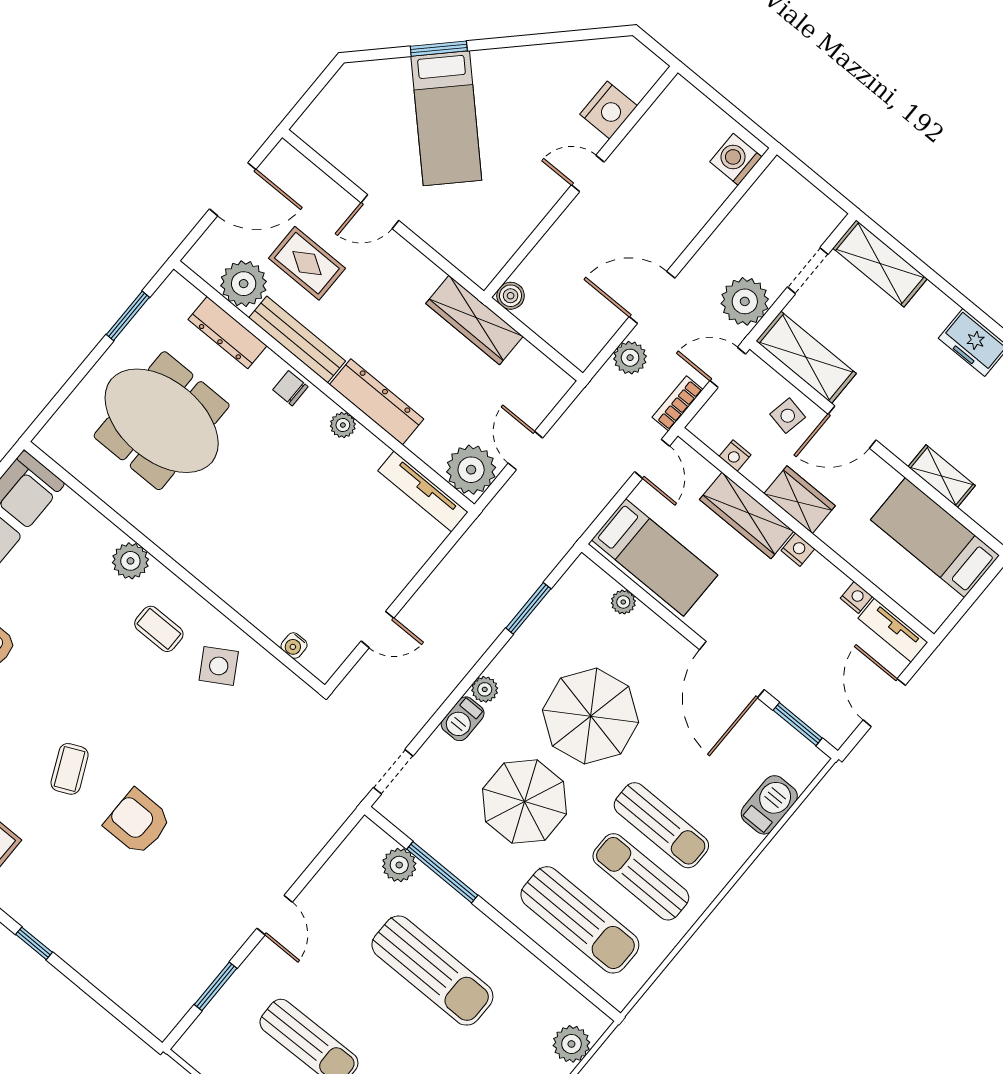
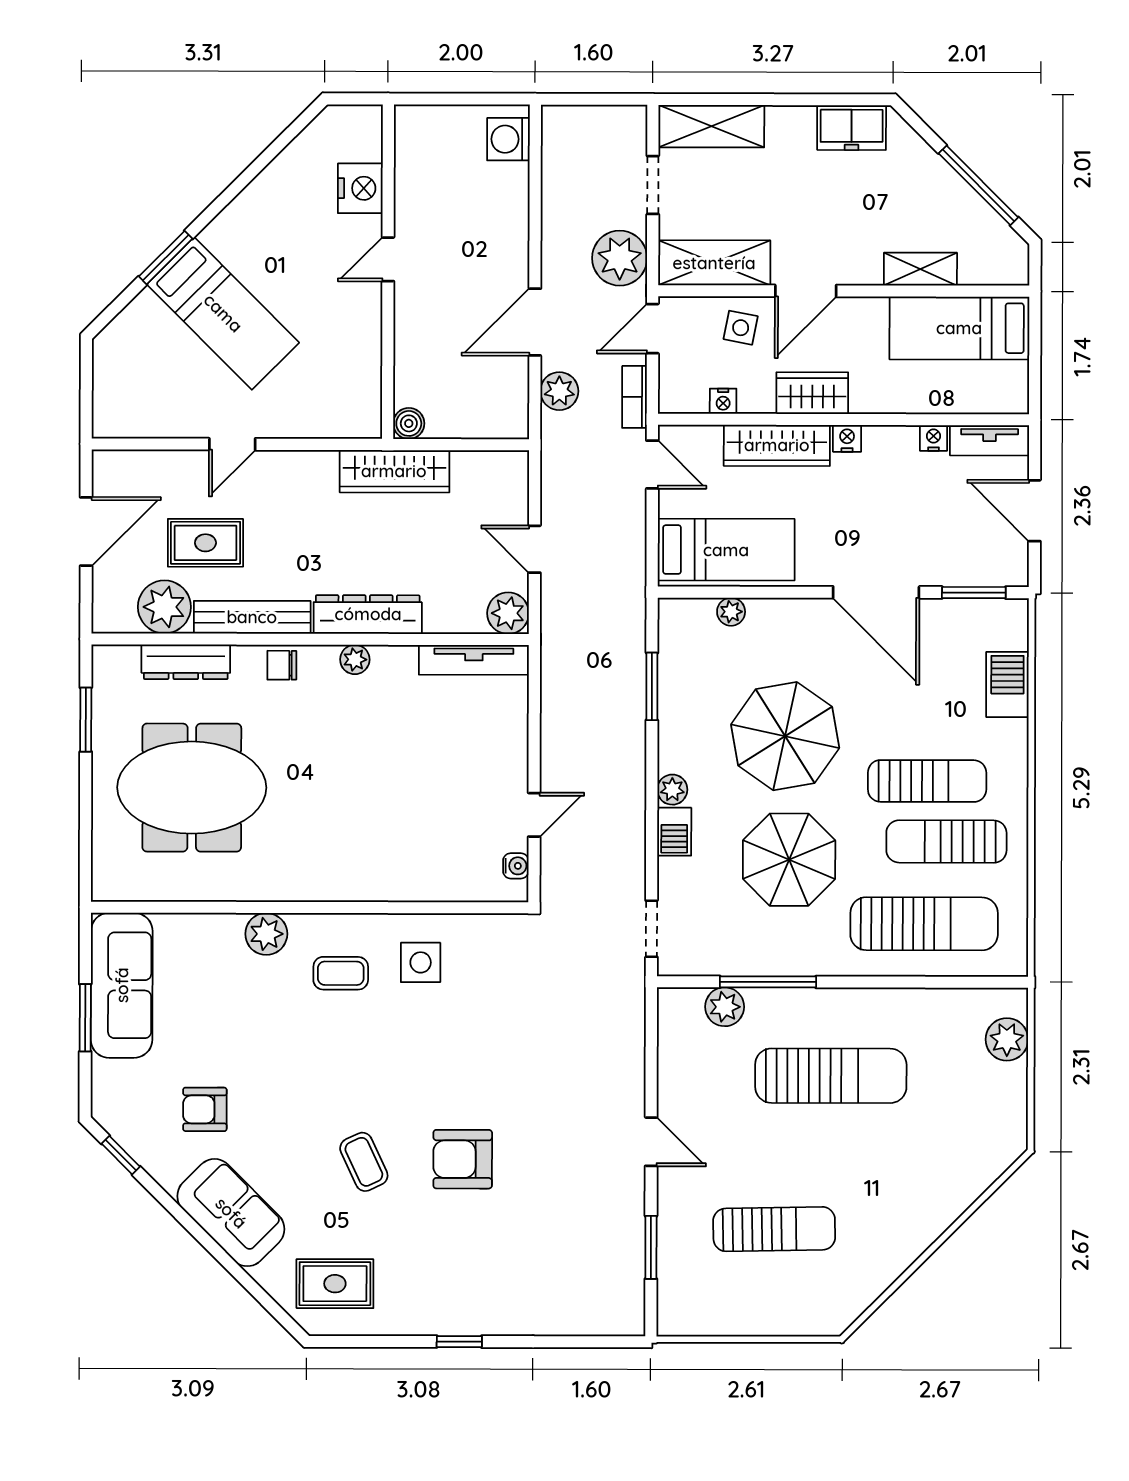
plant: (471, 470) -> (508, 613), width x0.73, depth x0.73
water cooler: (294, 646) -> (516, 866), moved, turned -90
side table: (219, 666) -> (421, 962), turned 31

